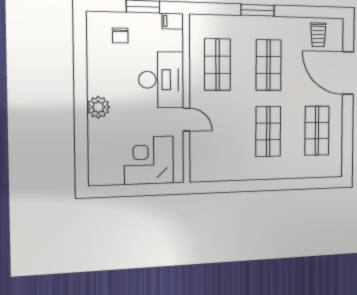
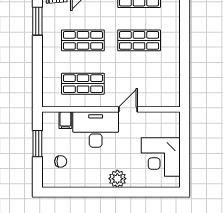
window: (258, 10) -> (37, 21), moved
filing cabinet: (173, 21) -> (65, 120), moved
corner desk: (149, 160) -> (161, 157), moved

